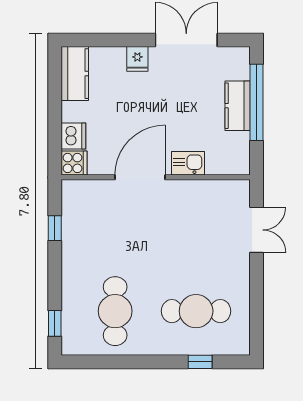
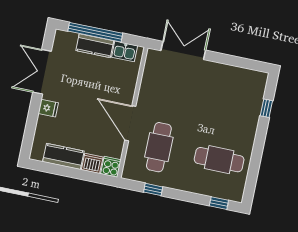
kitchen counter: (75, 74) -> (63, 156), moved
kitchen sink: (188, 163) -> (125, 51), moved, turned -90
double door: (256, 230) -> (183, 50), width x1.37
cafe table: (196, 311) -> (159, 147), moved

